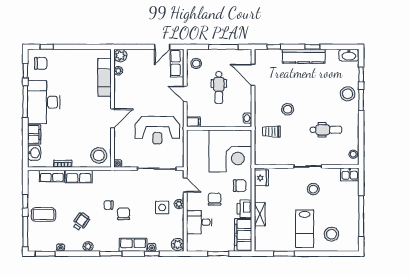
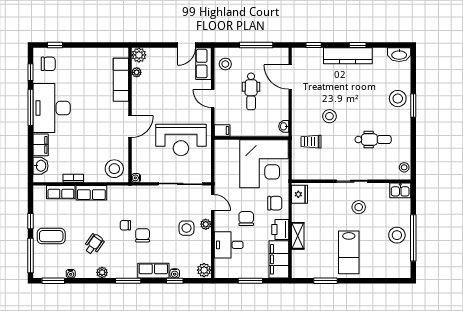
window: (361, 74) -> (413, 77), removed
stool: (332, 234) -> (397, 235), moved

